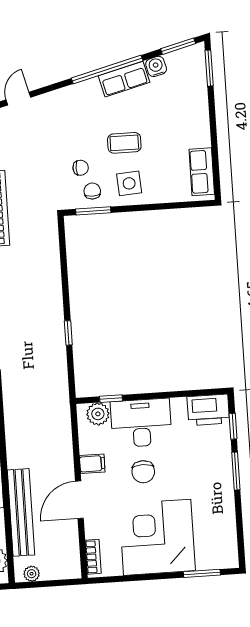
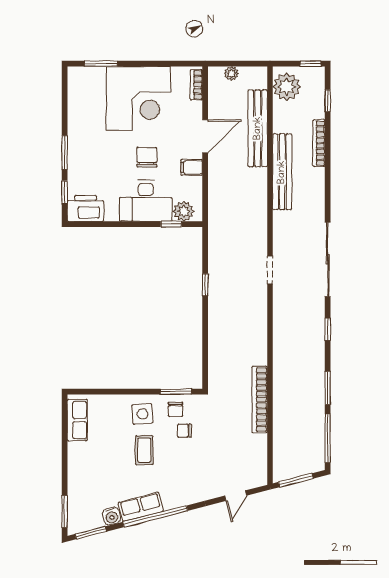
coffee table: (124, 143) -> (144, 450), turned 90
plant: (32, 574) -> (231, 73), moved

